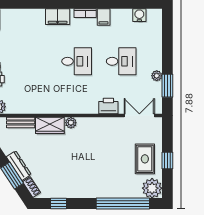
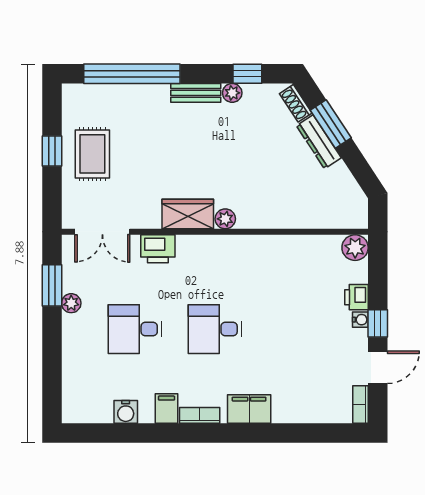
water cooler: (139, 15) -> (126, 412), moved
bench: (21, 122) -> (196, 93), moved
wardrobe: (50, 125) -> (188, 214), moved
plant: (152, 188) -> (232, 93), moved, width x0.53, depth x0.53

